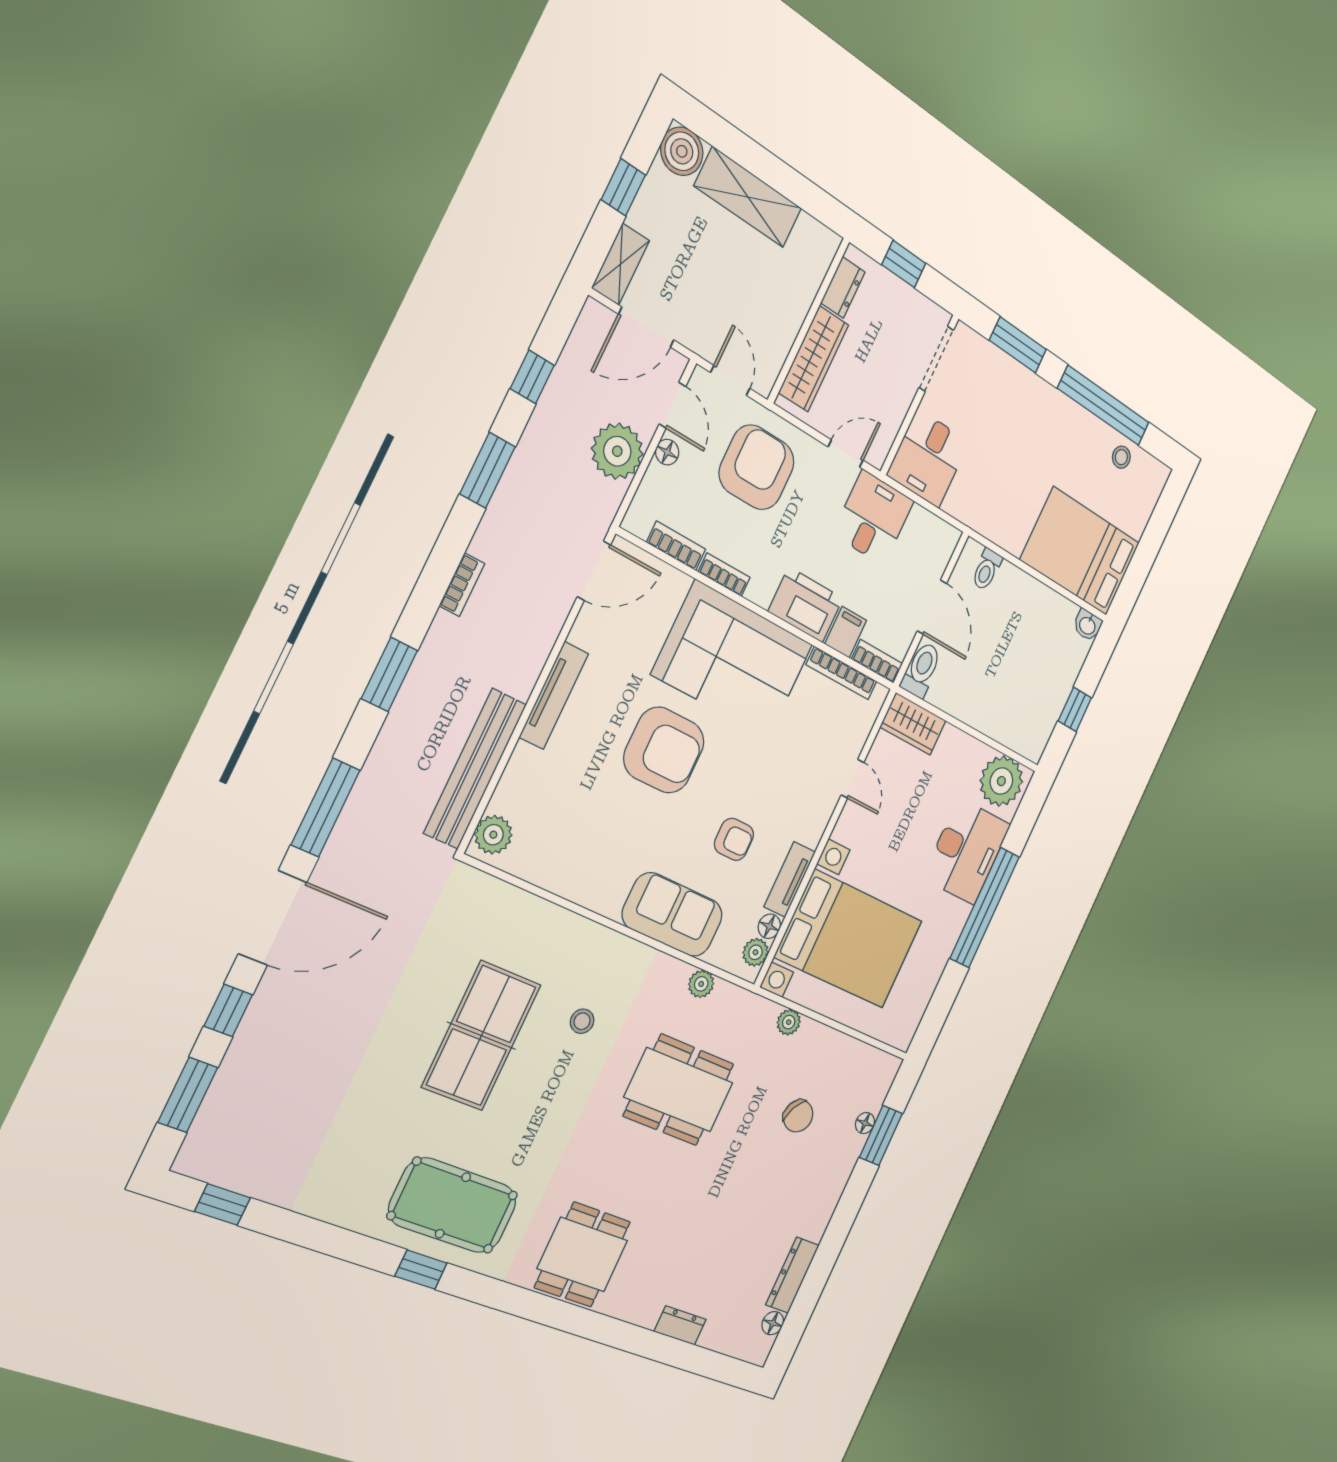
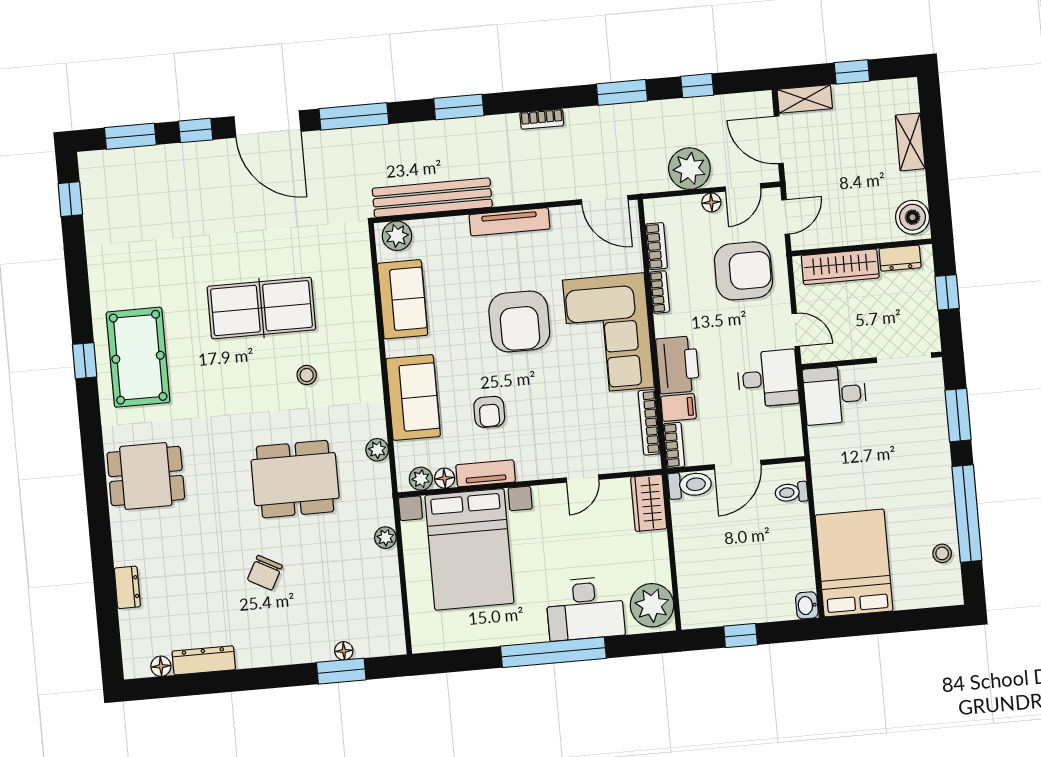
boiler: (682, 151) -> (913, 217), moved
shelving: (748, 197) -> (910, 142), width x0.67, depth x0.75
sofa: (565, 868) -> (403, 299), added
dining table: (679, 1090) -> (295, 479), turned 90
chair: (798, 1116) -> (265, 573), moved

